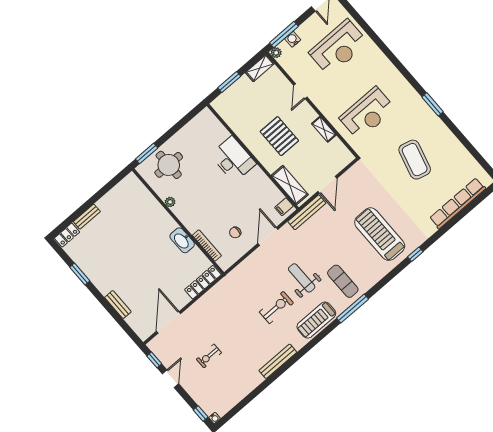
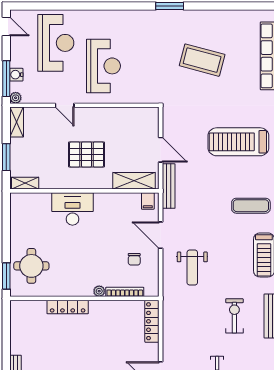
reception desk: (367, 113) -> (103, 66), moved
shelving: (324, 129) -> (25, 183), moved
plant: (170, 202) -> (99, 291), moved
locker: (162, 215) -> (68, 307), added
washbasin: (182, 240) -> (103, 308), removed
weight bench: (302, 278) -> (192, 268), moved, turned -90
exercise bike: (276, 307) -> (234, 316), moved

